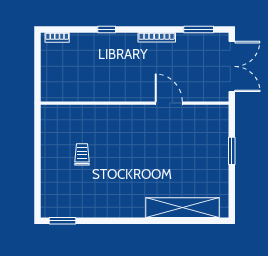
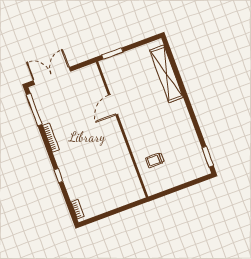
window: (199, 30) -> (34, 110), width x1.44
wall: (135, 103) -> (122, 129), moved
door: (169, 103) -> (113, 105), moved

